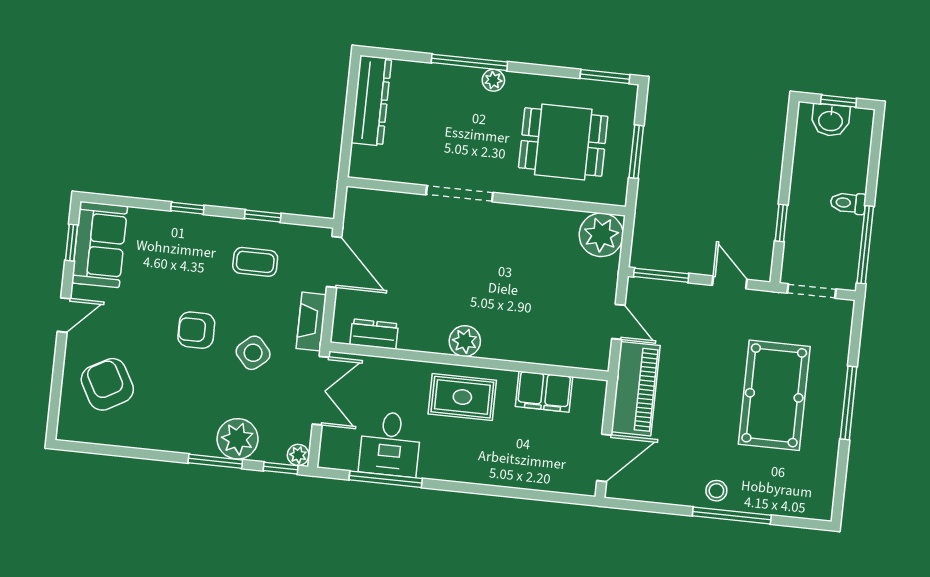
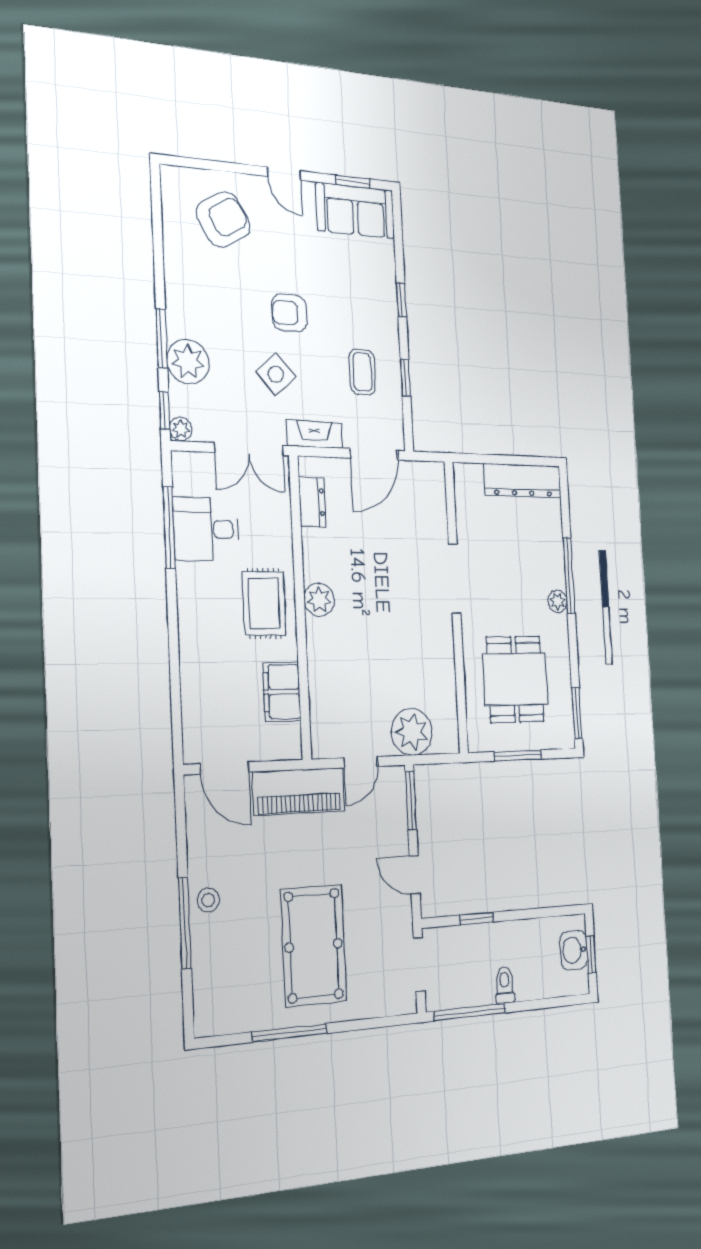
plant: (601, 235) -> (412, 732), moved
door: (730, 282) -> (415, 875), swing flipped
armchair: (196, 330) -> (289, 313), turned -90
pool table: (774, 395) -> (314, 945), turned 90
window: (849, 403) -> (289, 1033), moved

